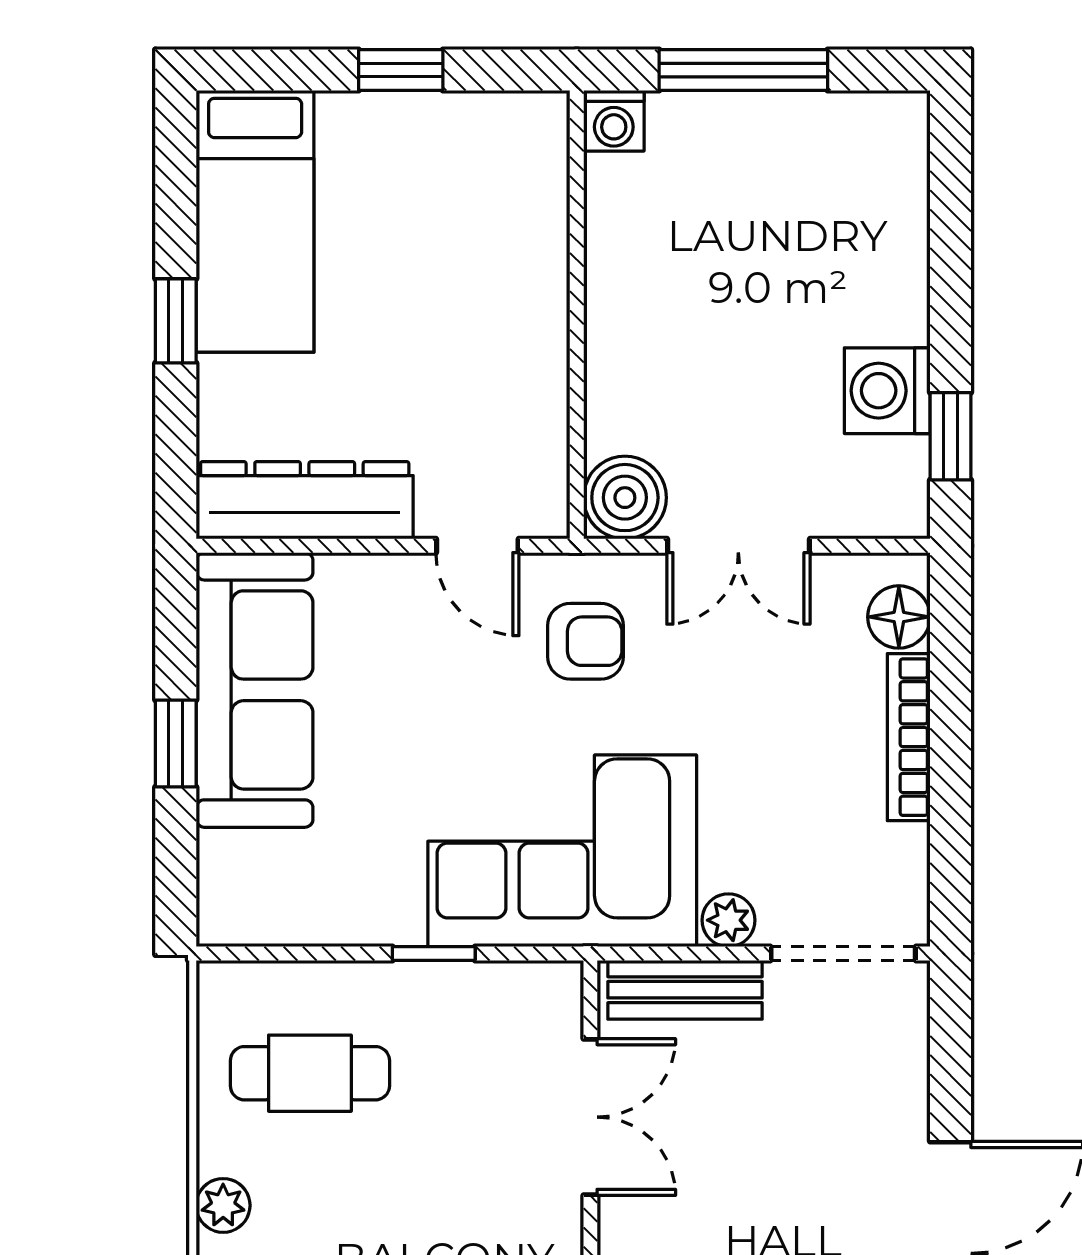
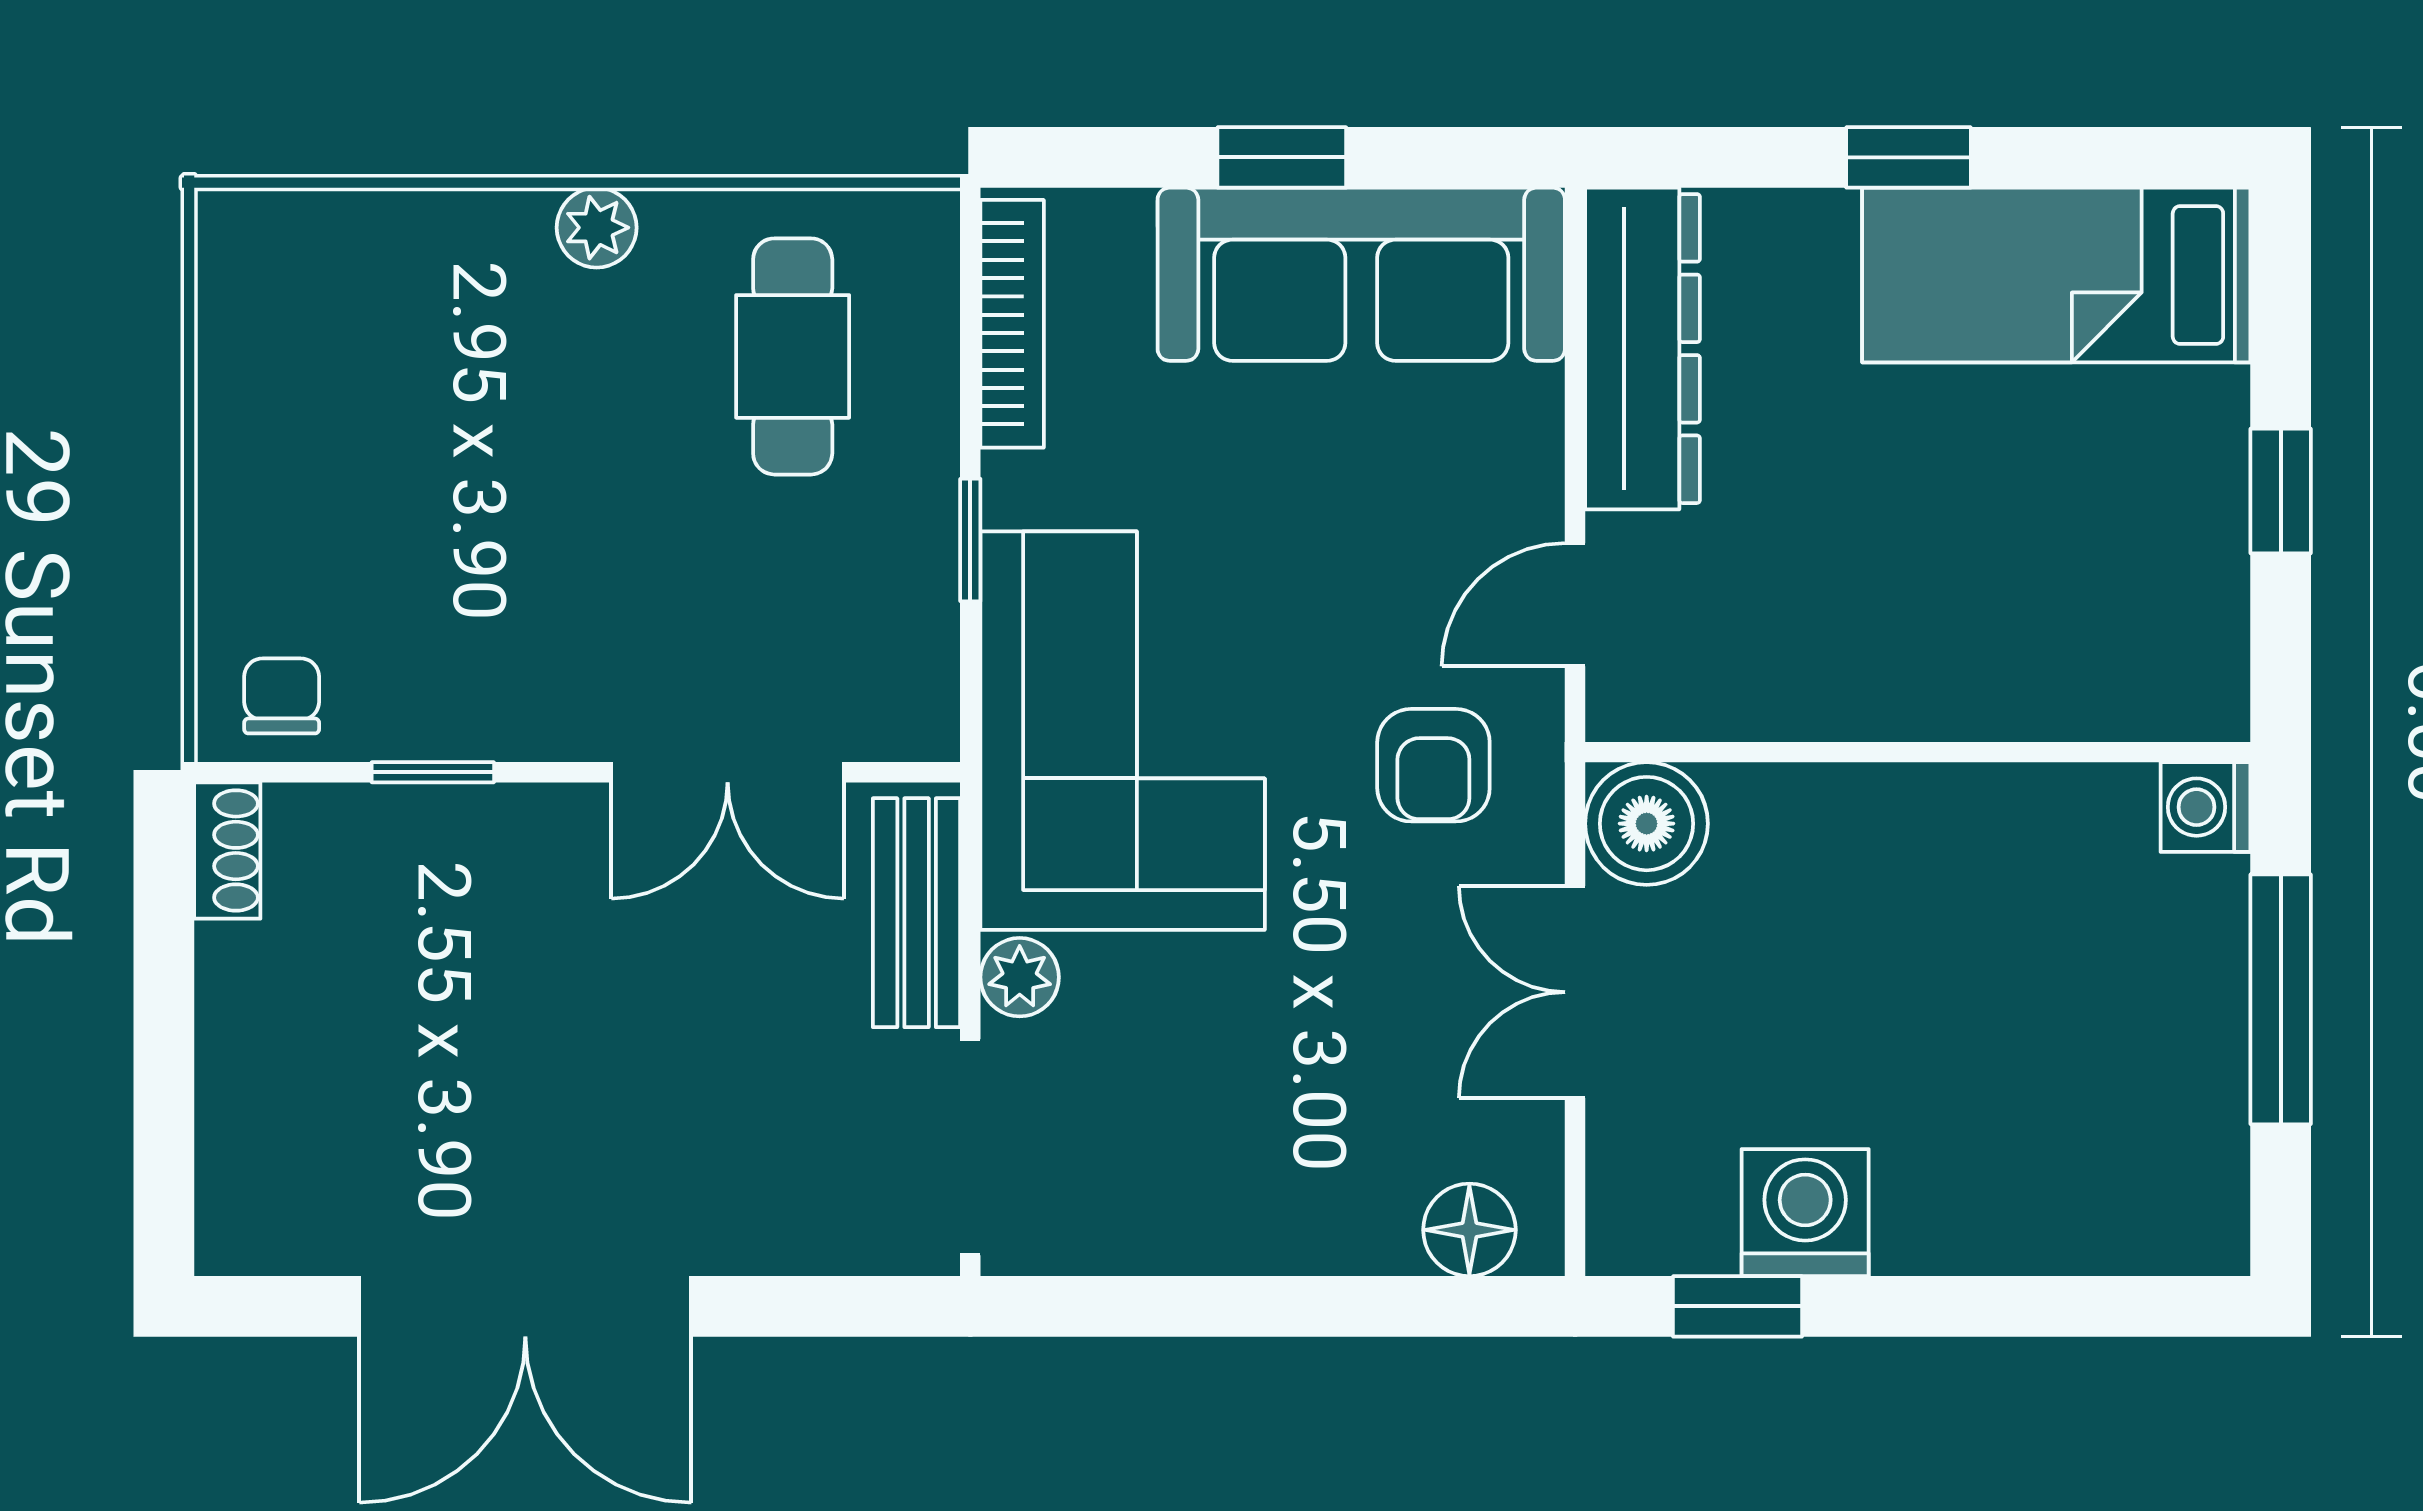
bookcase: (909, 737) -> (1012, 324), moved, turned 90

